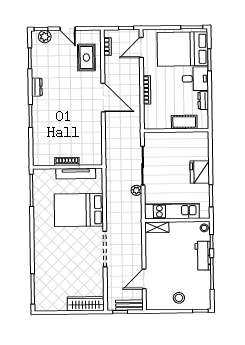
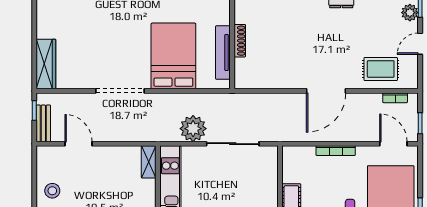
plant: (136, 190) -> (193, 129), width x1.88, depth x1.88

